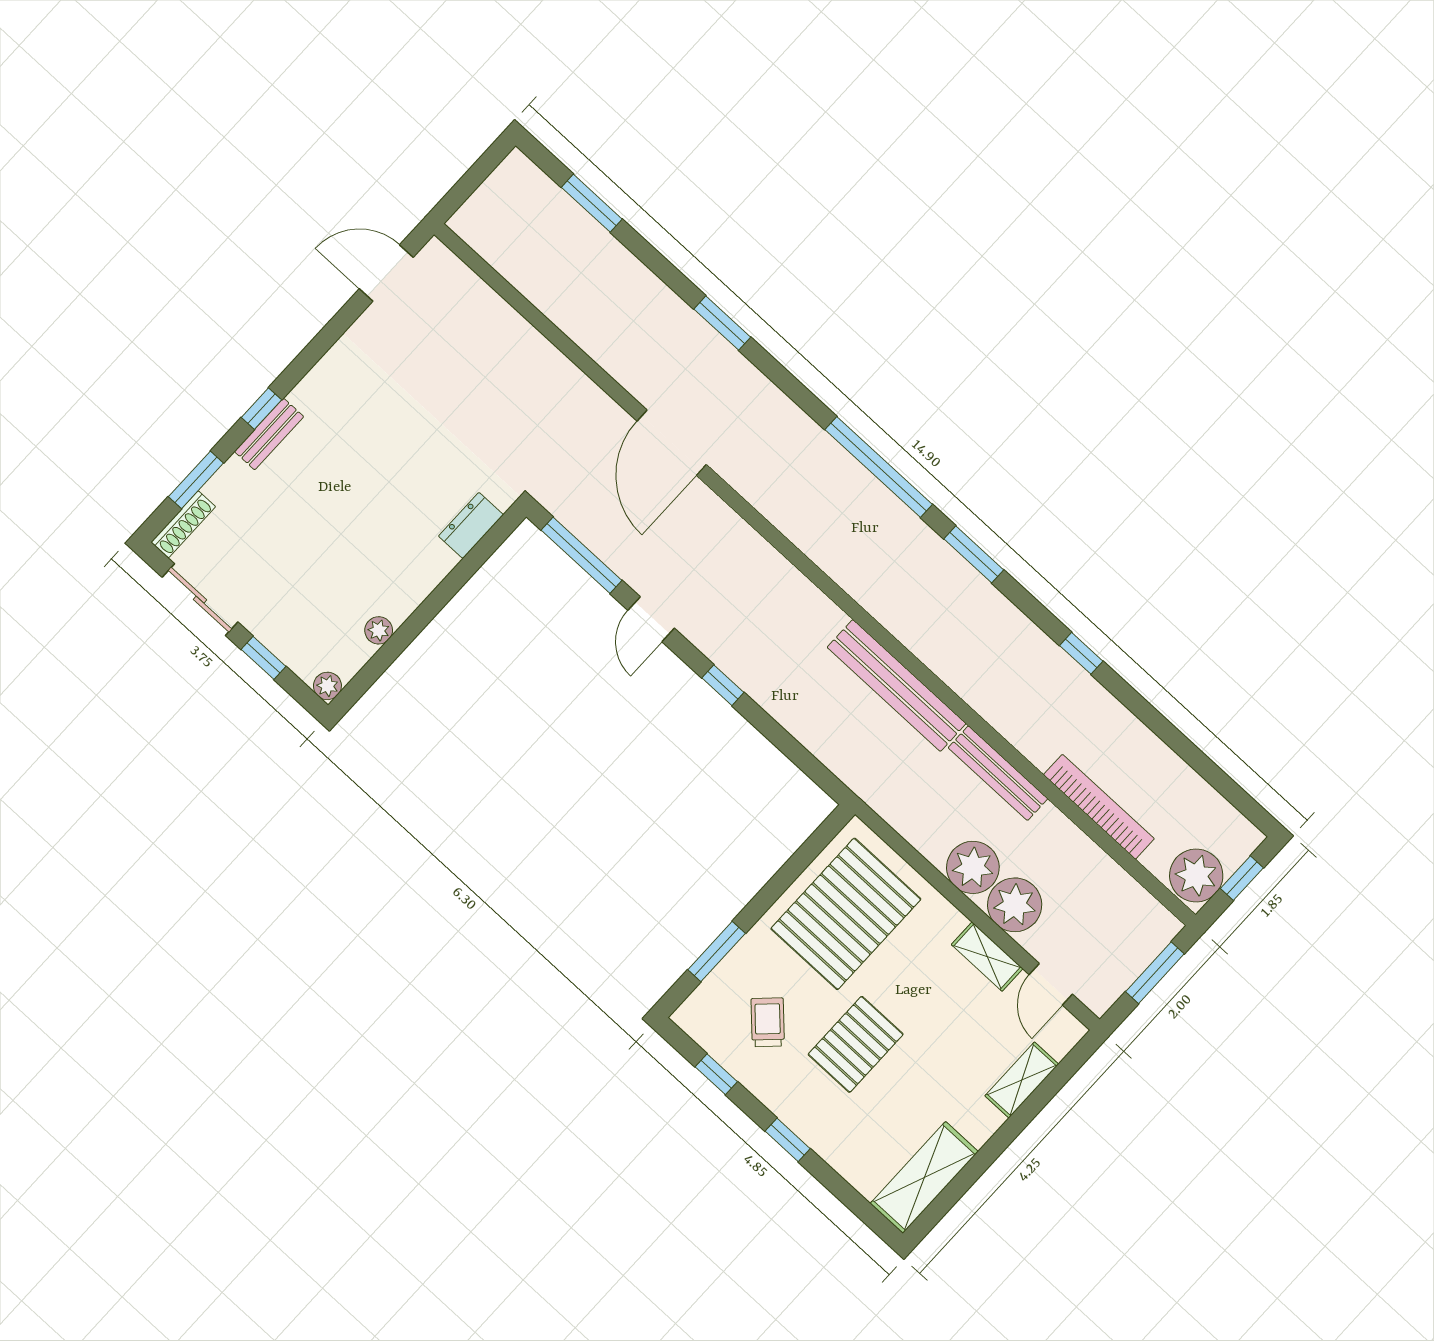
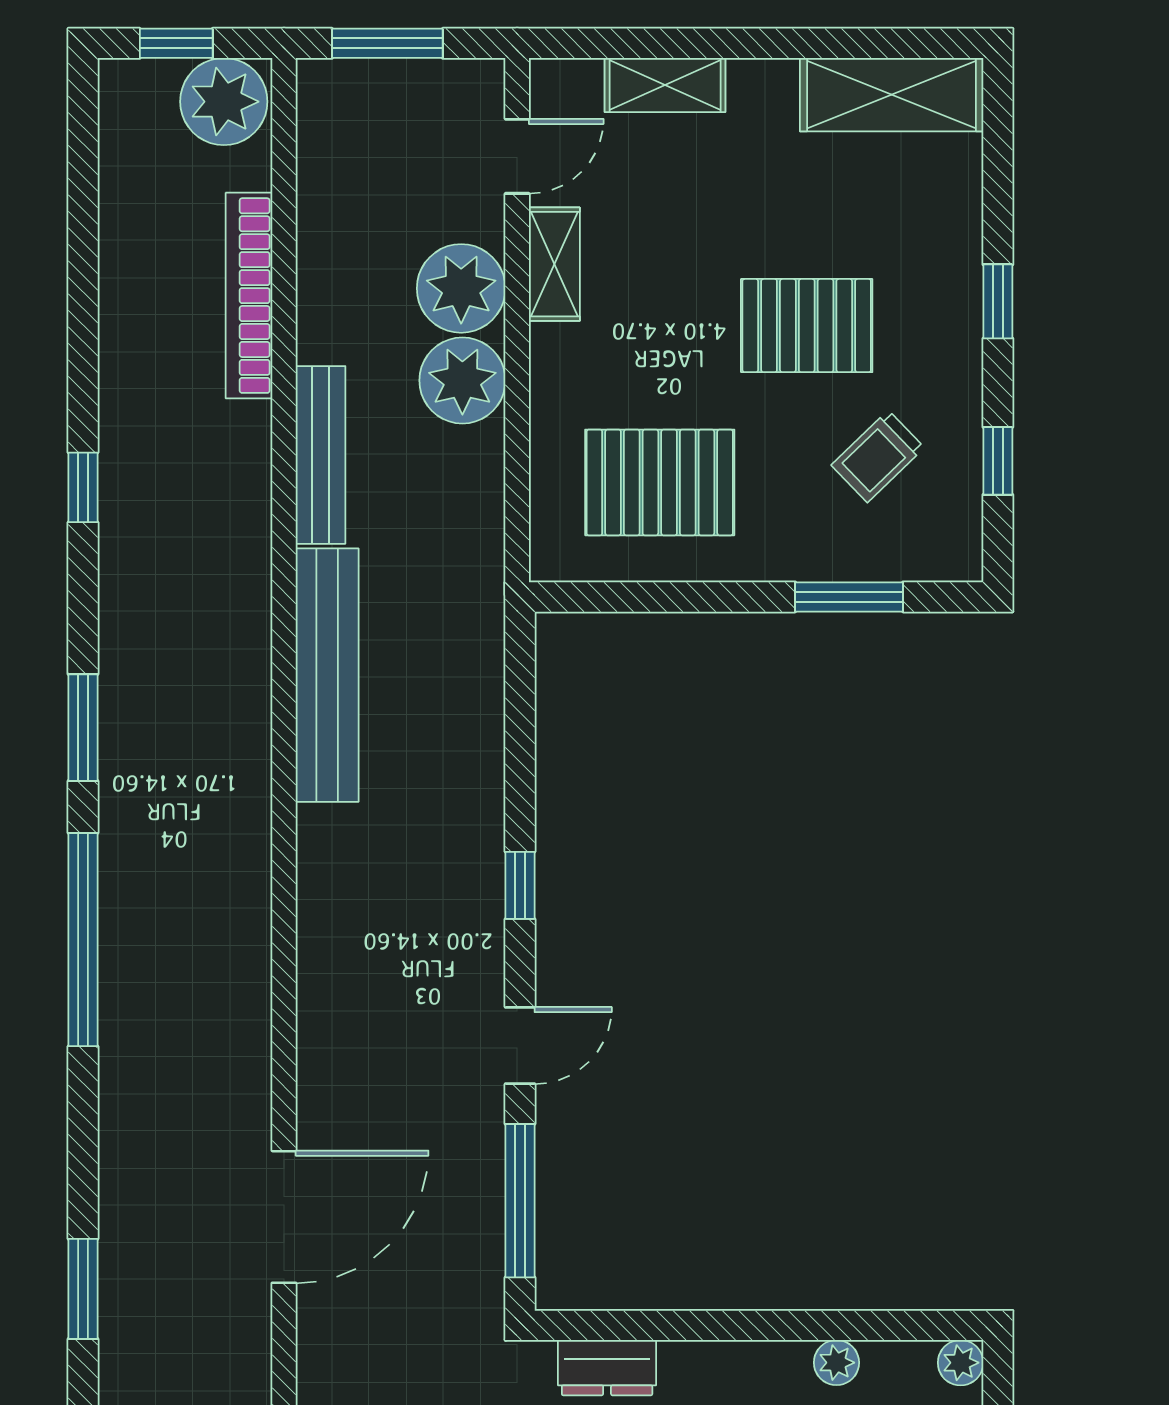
pallet: (846, 914) -> (660, 482), width x0.73, depth x0.71

